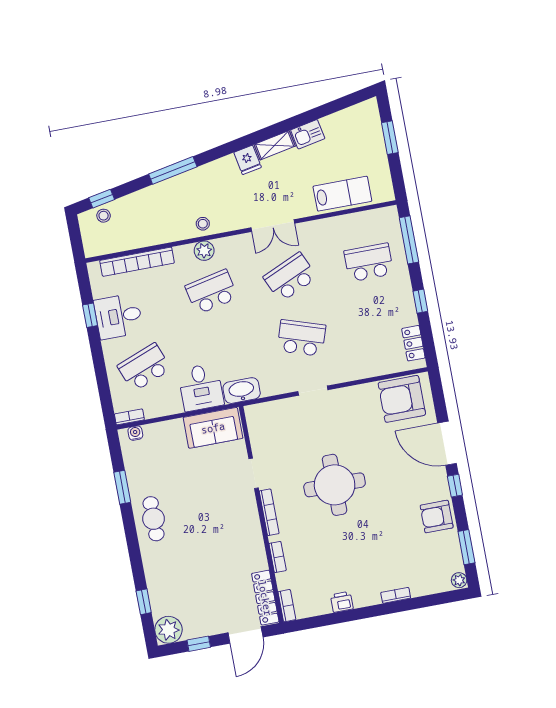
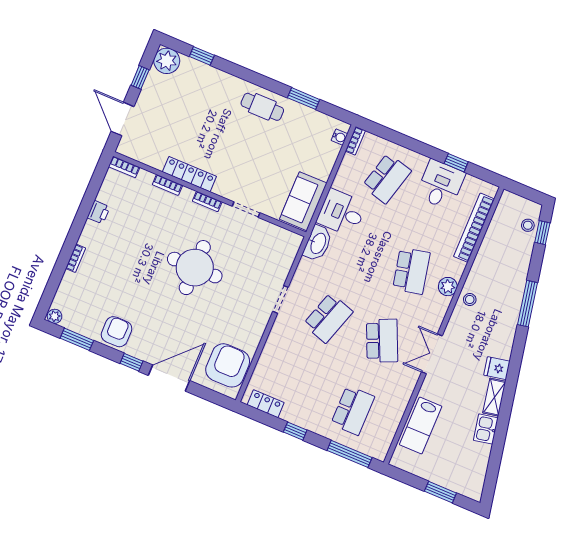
school desk: (144, 367) -> (387, 178), turned 36
bookcase: (269, 512) -> (207, 202), width x0.64
locker: (265, 598) -> (189, 174), moved

